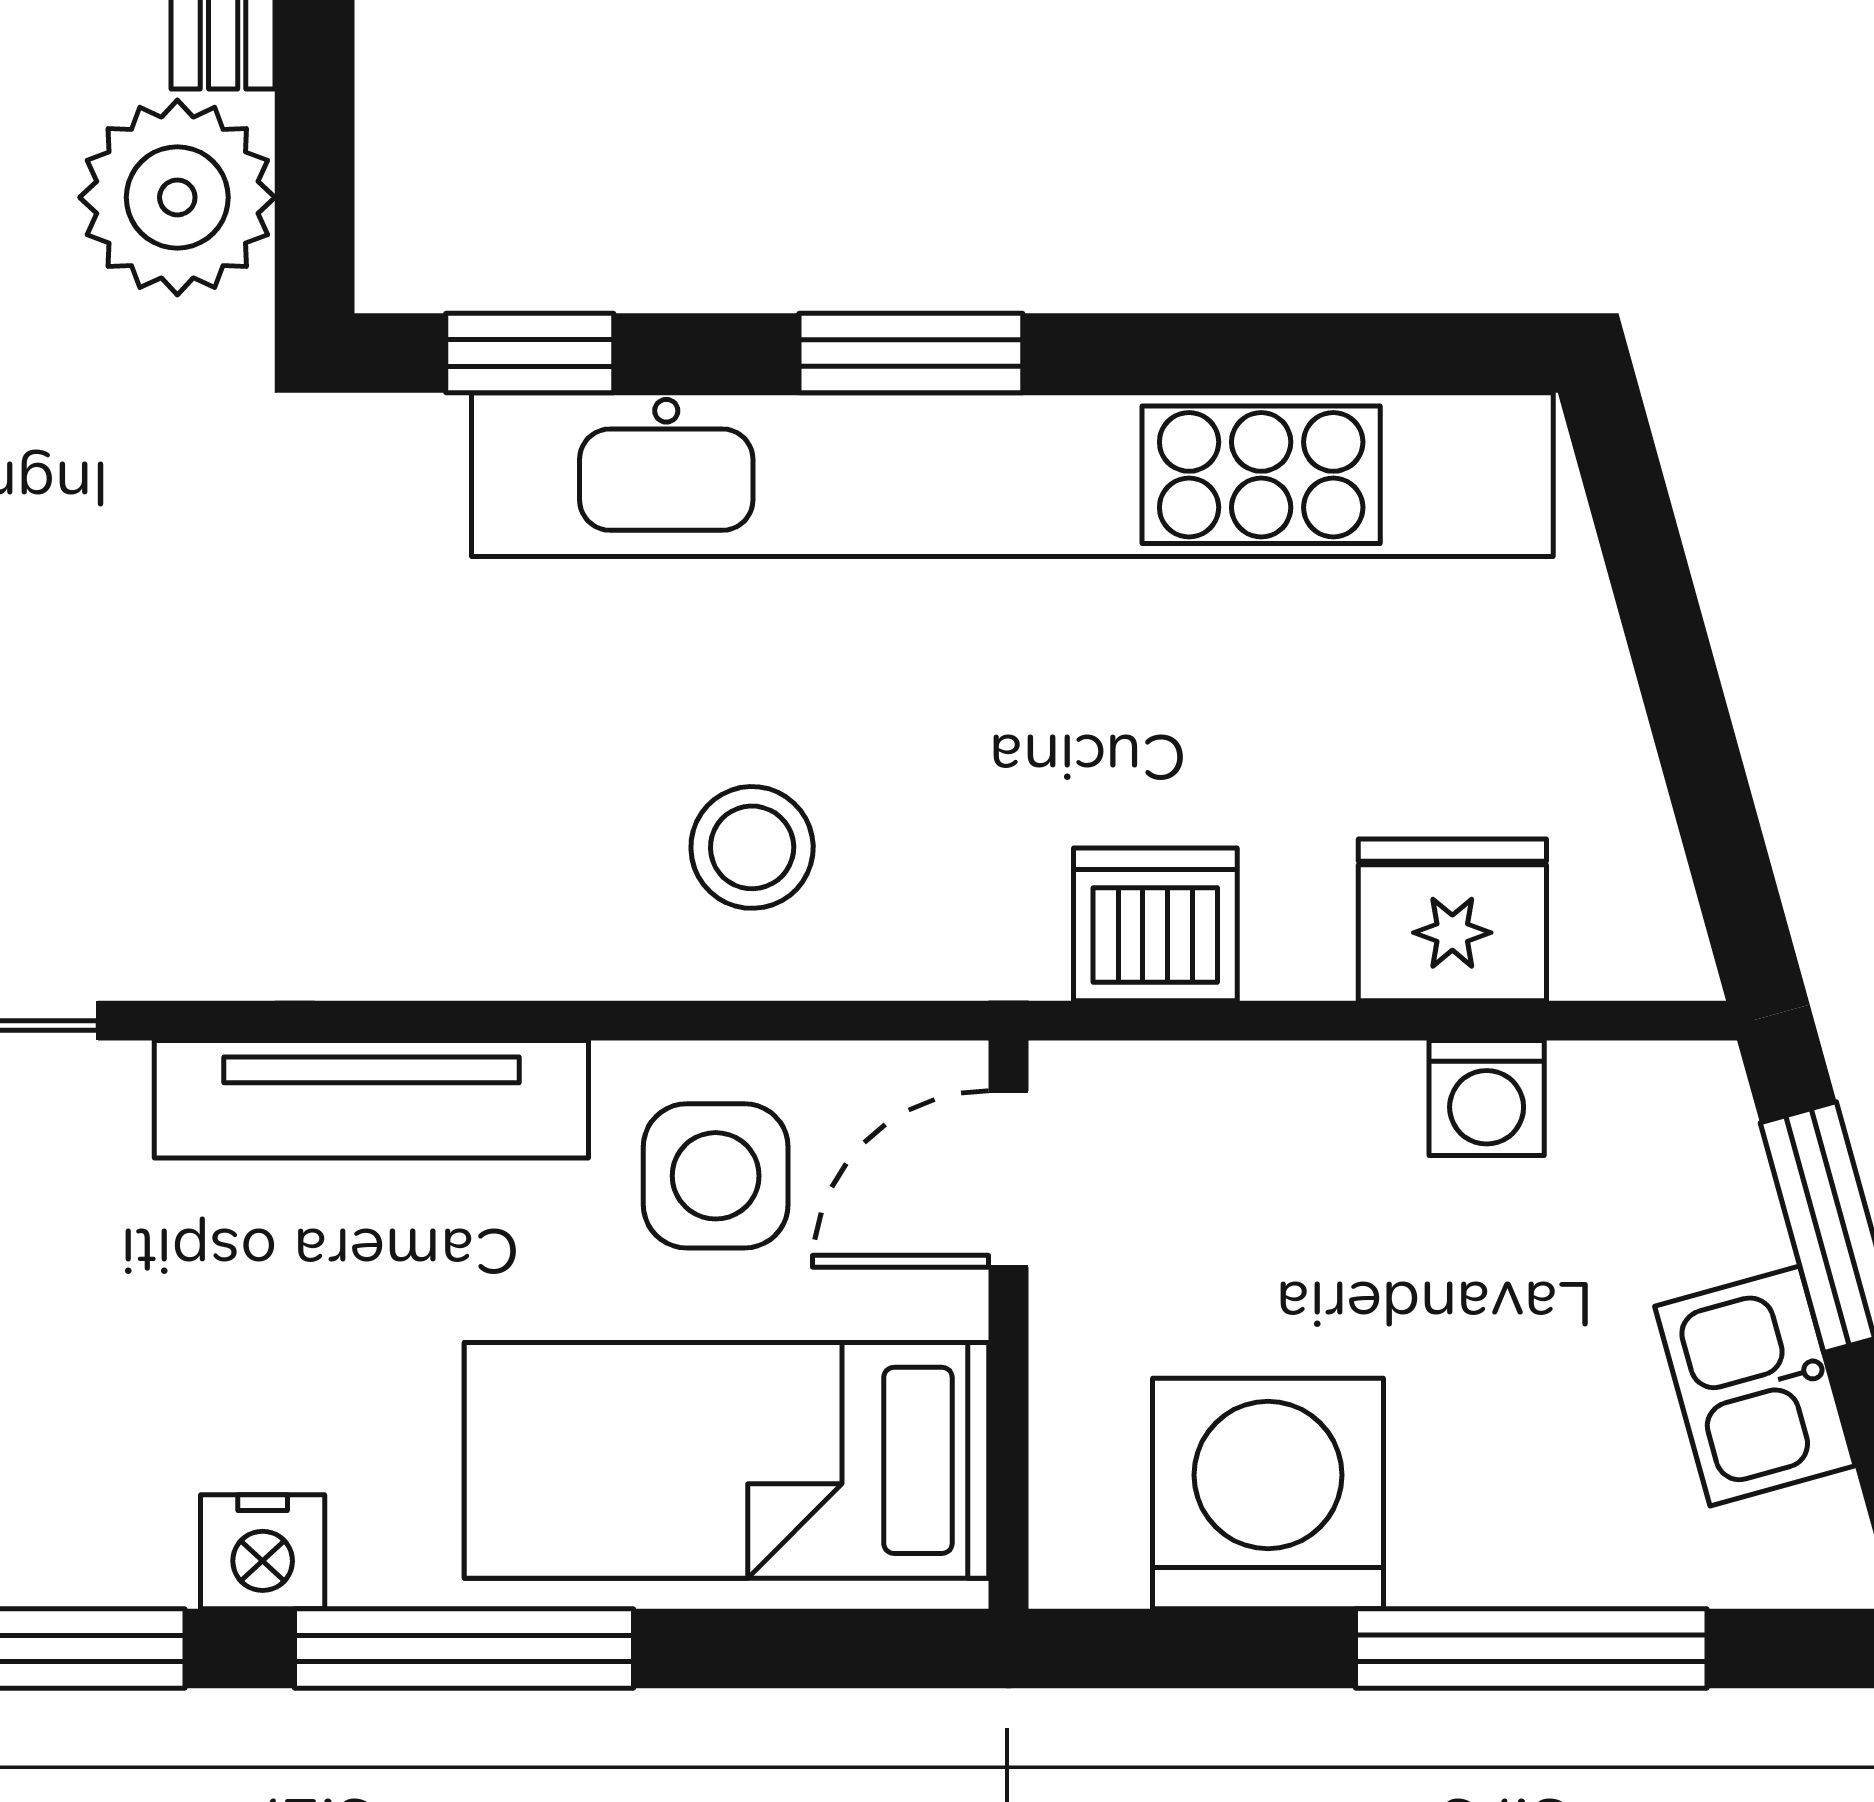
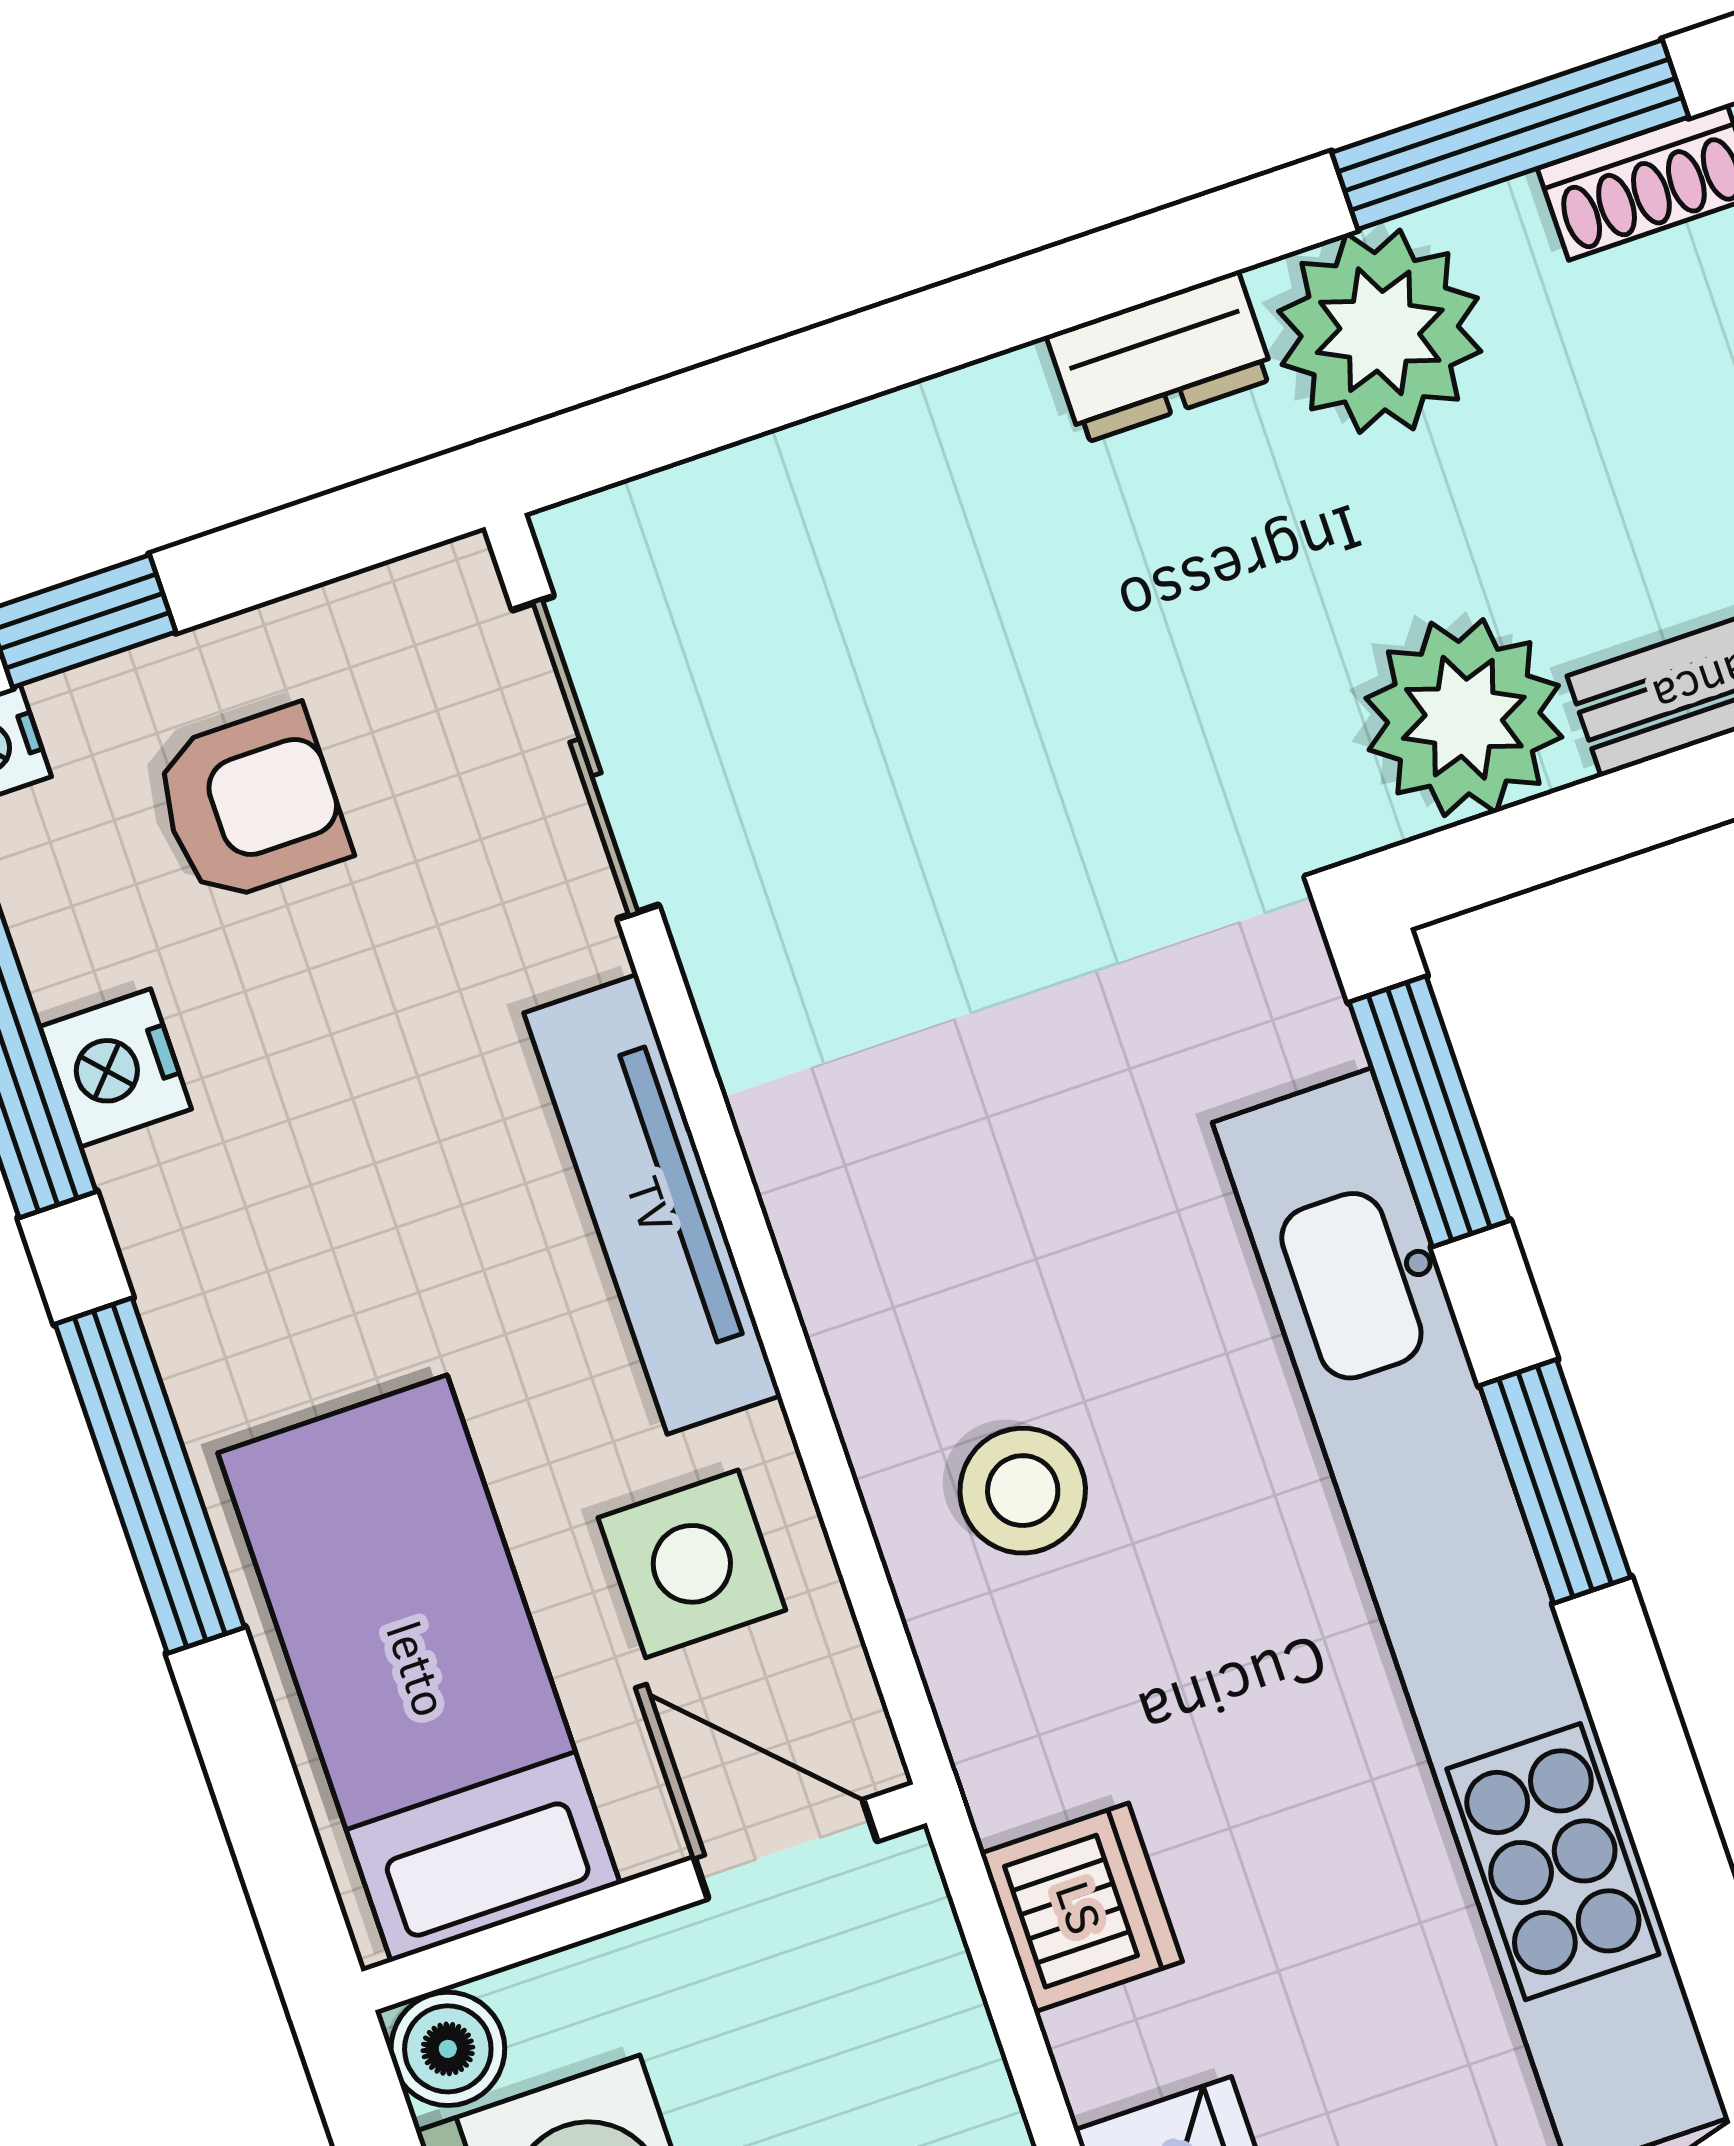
window: (530, 353) -> (1429, 1111), width x1.50
nightstand: (263, 1552) -> (116, 1068), moved
boiler: (1087, 1553) -> (448, 2049), added

